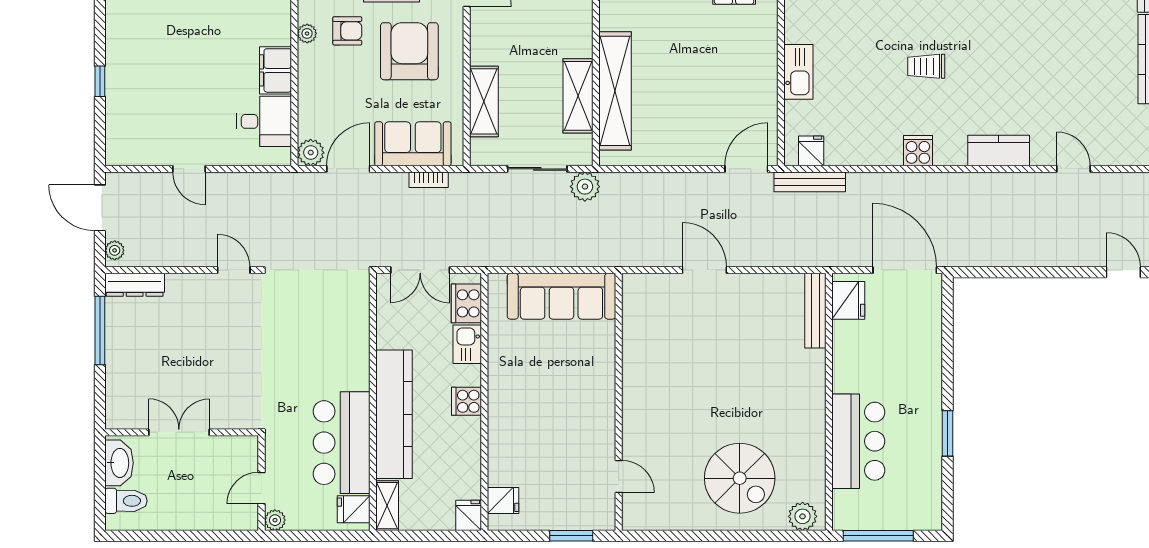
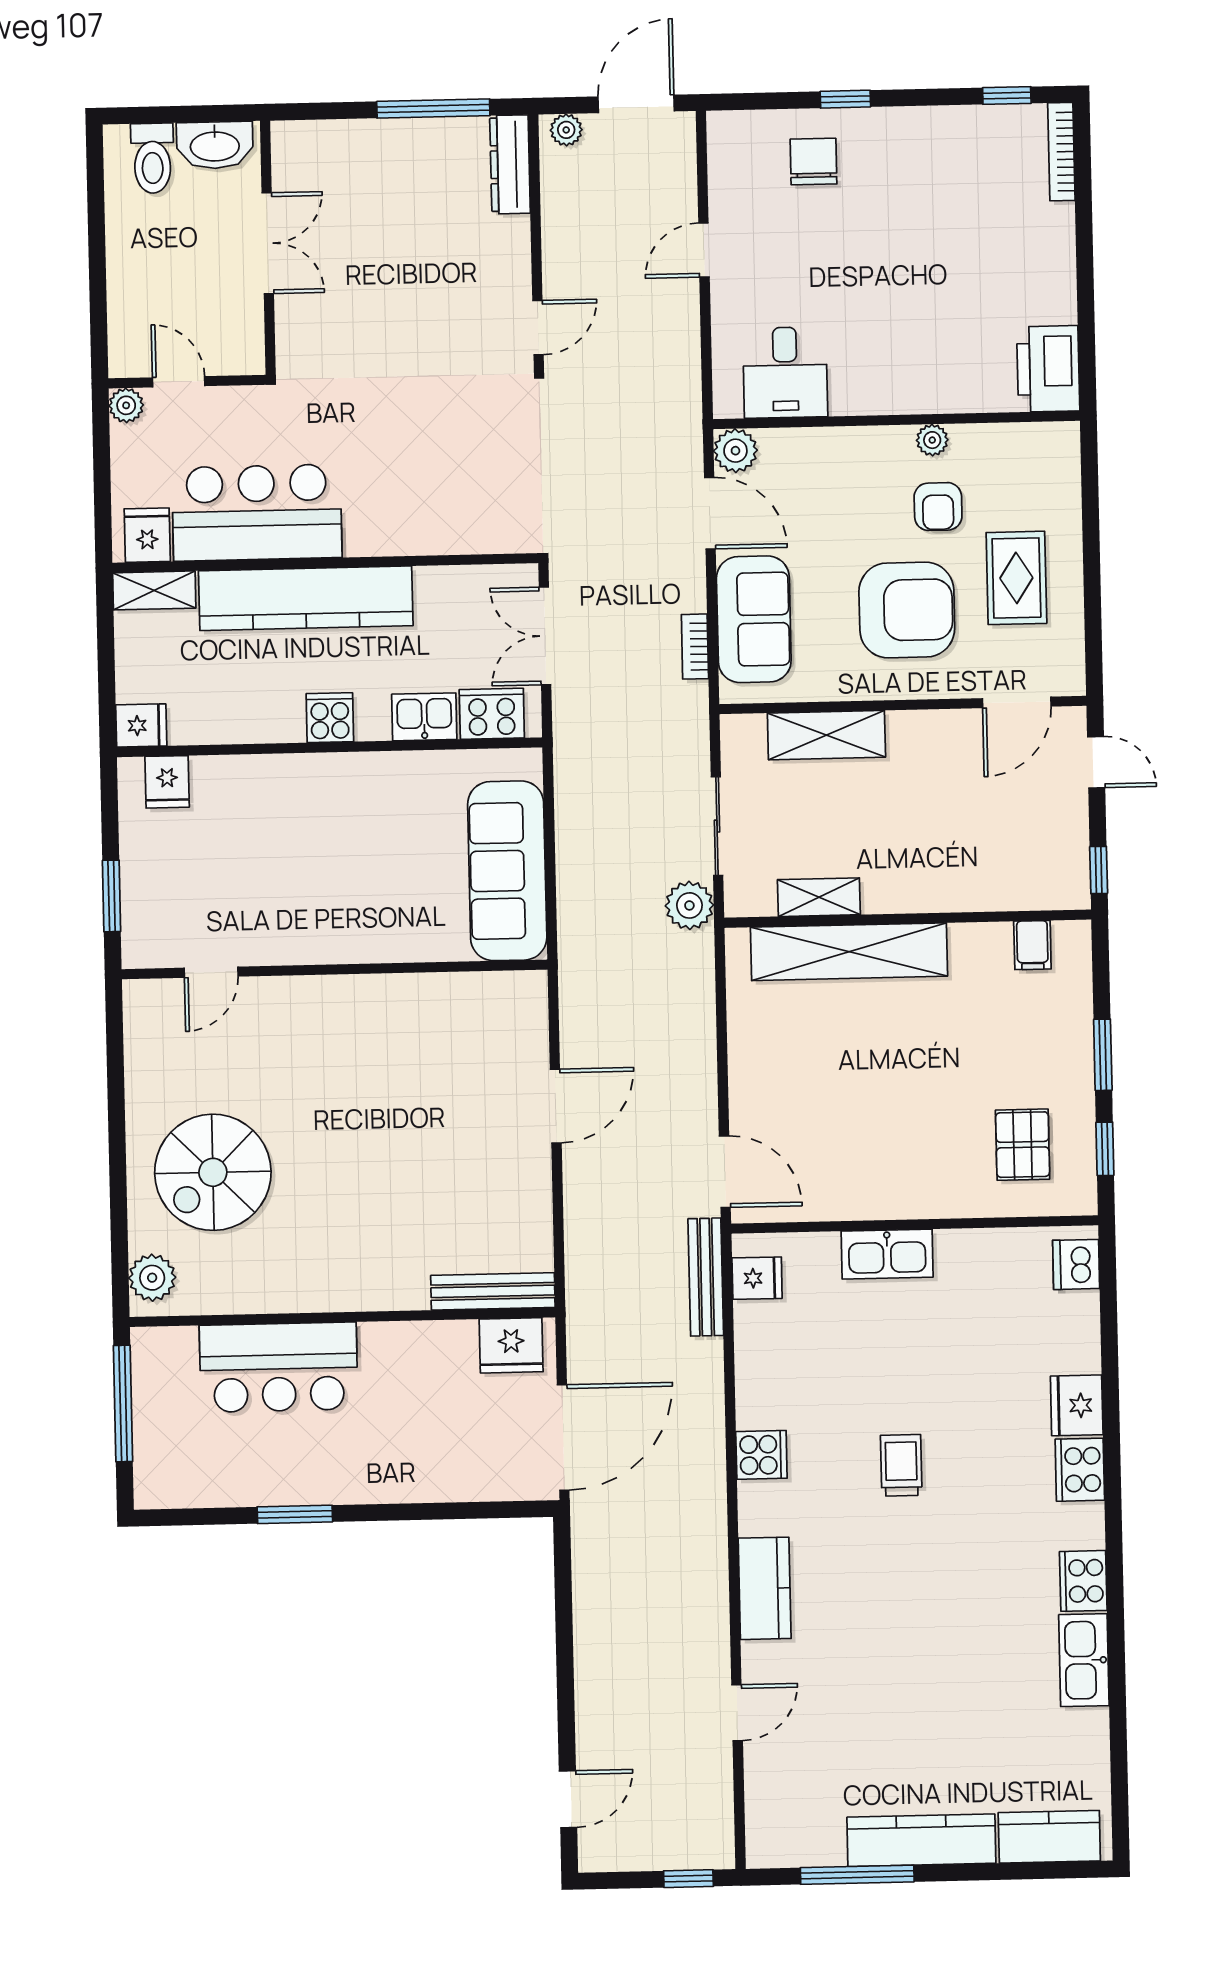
filing cabinet: (276, 70) -> (870, 389), removed
shelving: (578, 96) -> (819, 897), width x0.67, depth x0.75
chair: (137, 101) -> (814, 162), added

